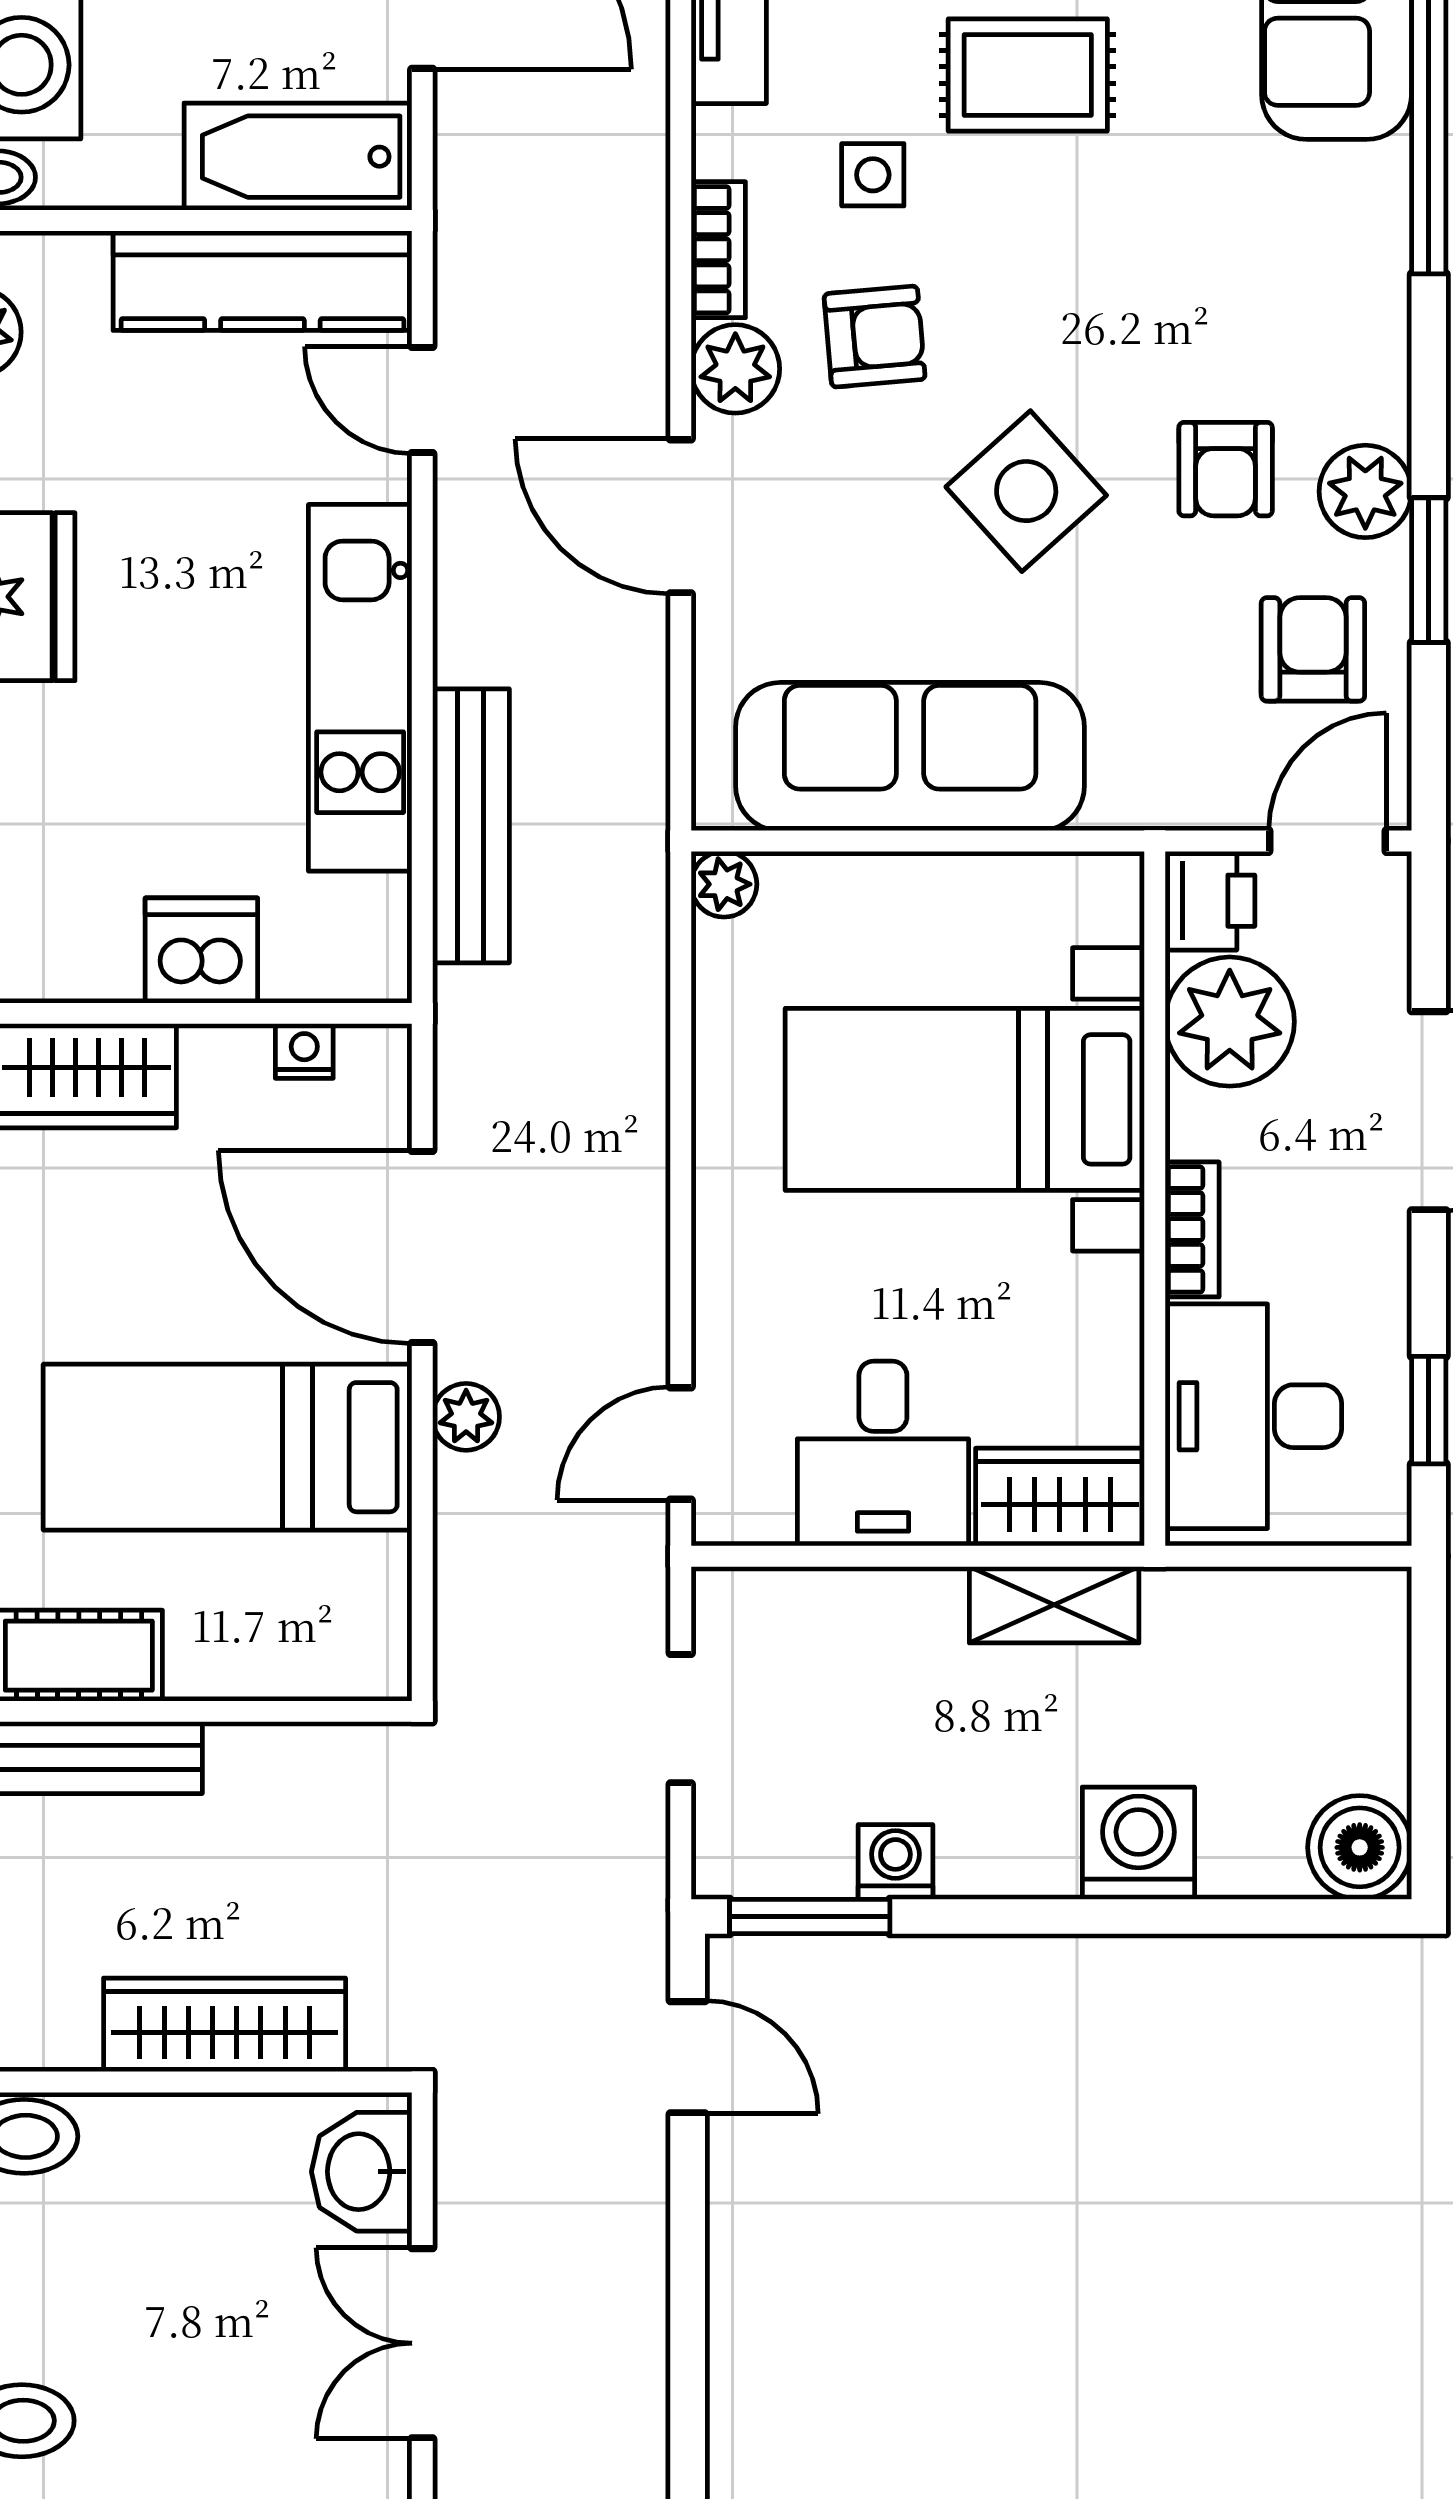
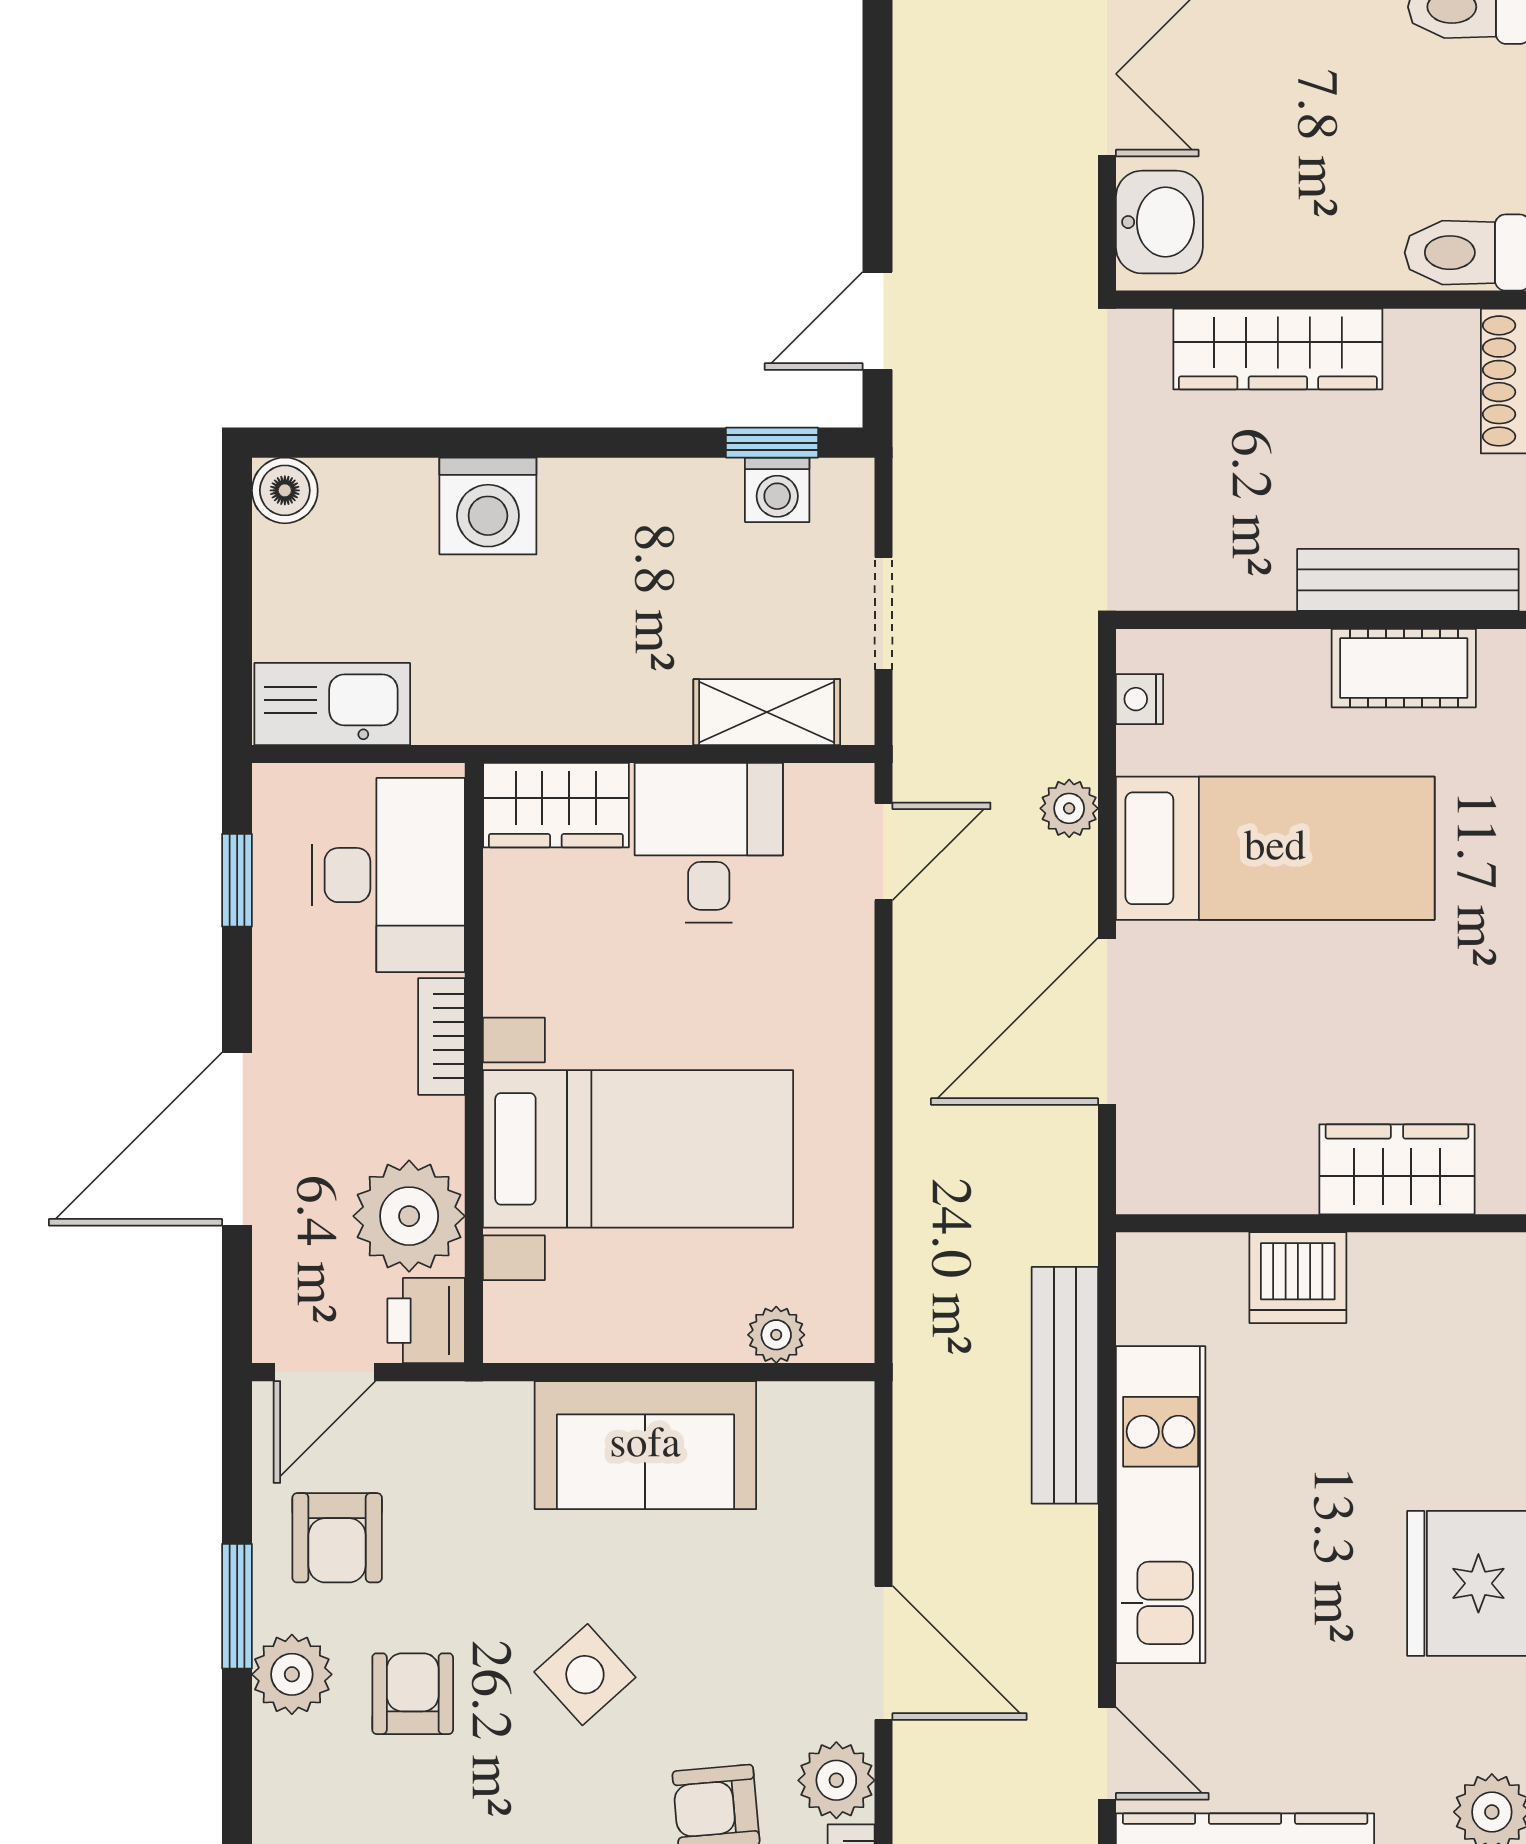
side table: (1026, 491) -> (585, 1675), width x0.73, depth x0.73
sofa: (910, 757) -> (645, 1445), width x0.73
plant: (724, 884) -> (776, 1335), moved
nightstand: (304, 1051) -> (1140, 699), moved, turned 90
door: (422, 1247) -> (1107, 1021), swing flipped
plant: (466, 1417) -> (1069, 808), moved
shelving: (1054, 1605) -> (767, 712), moved
kitchen sink: (1319, 1614) -> (332, 704), added
boiler: (1360, 1847) -> (285, 490), width x0.73, depth x0.73
washing machine: (895, 1862) -> (777, 490), moved
window: (810, 1917) -> (772, 443), width x0.67
door: (688, 2057) -> (878, 321), hinge flipped

